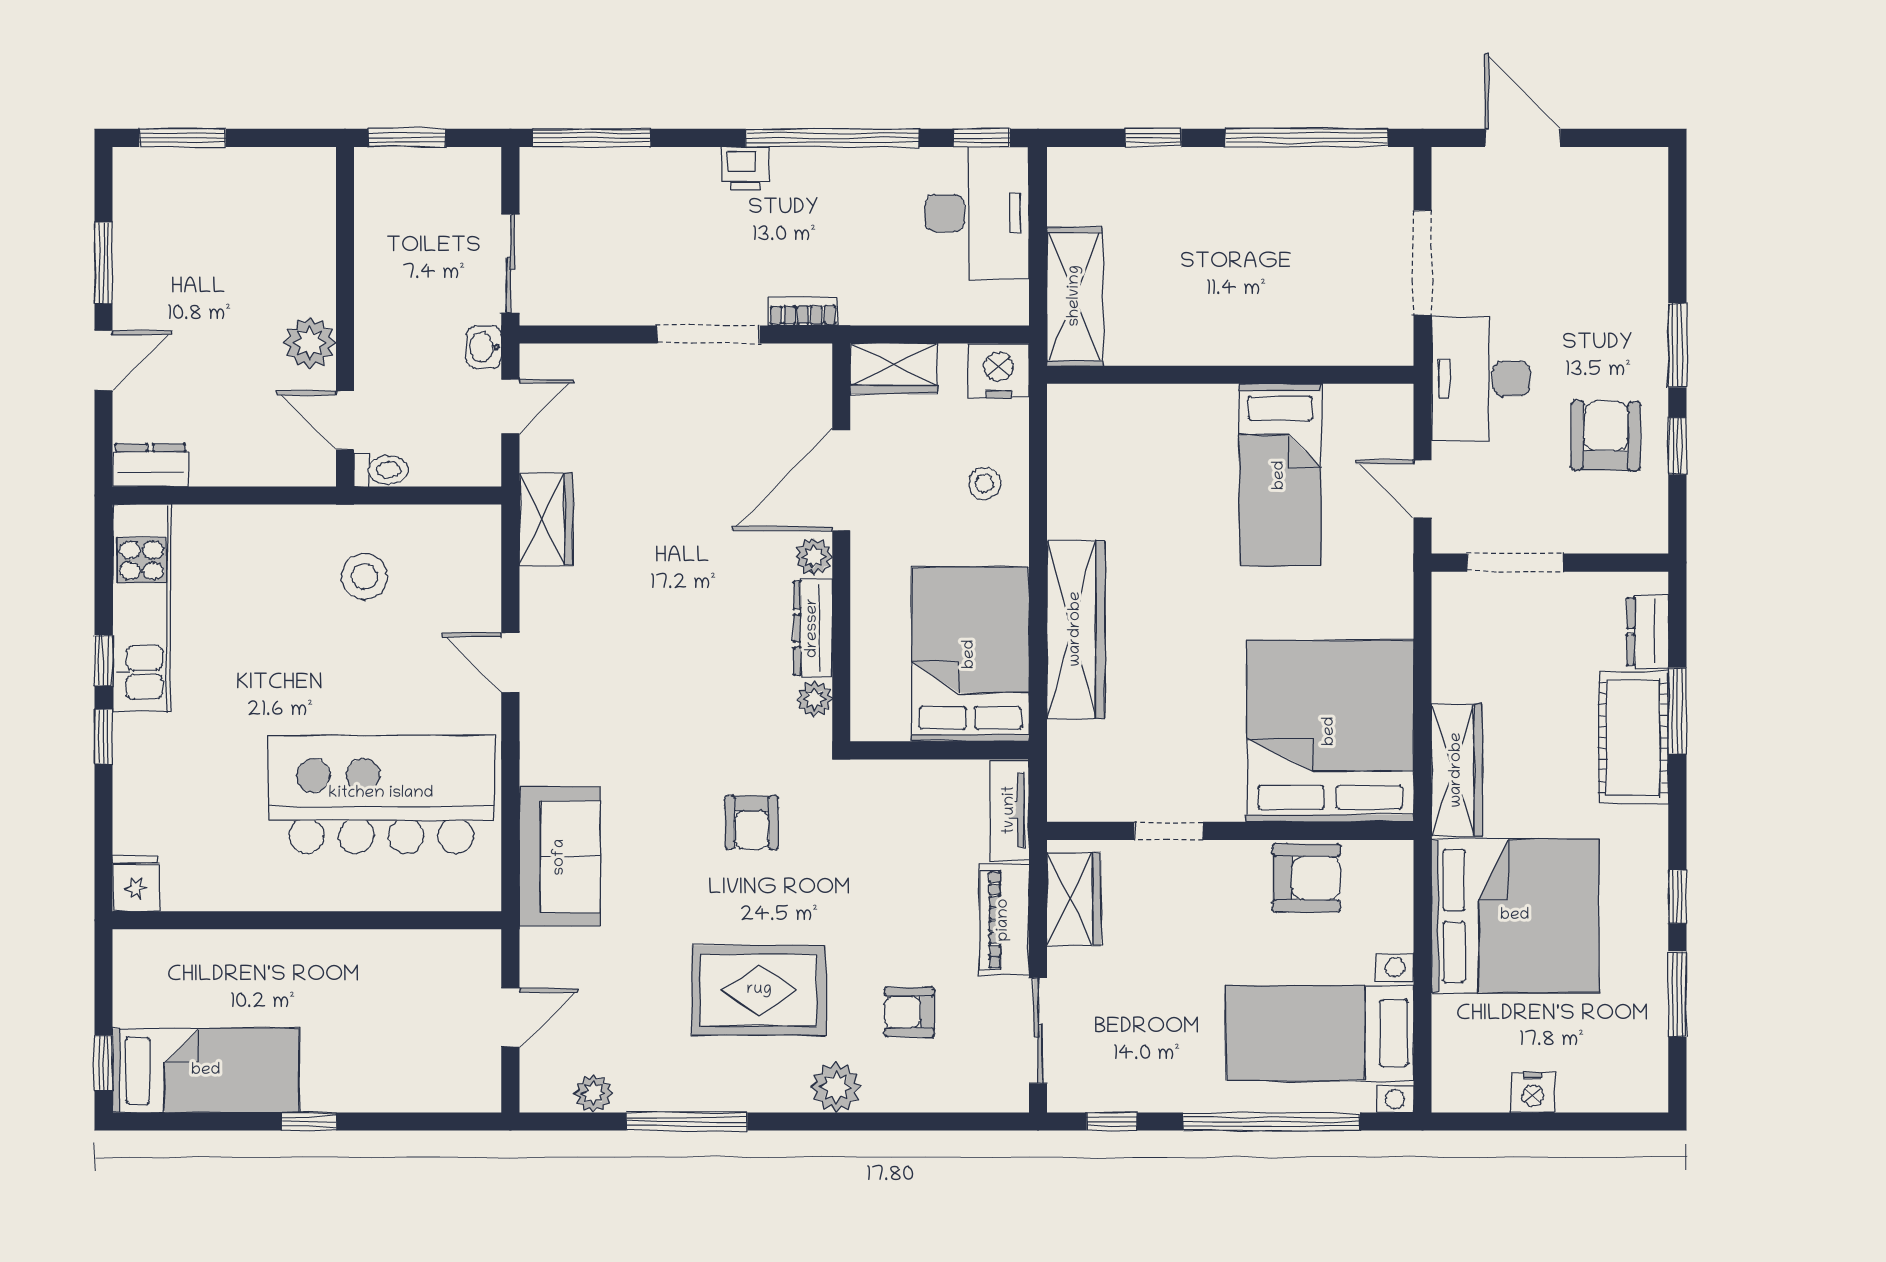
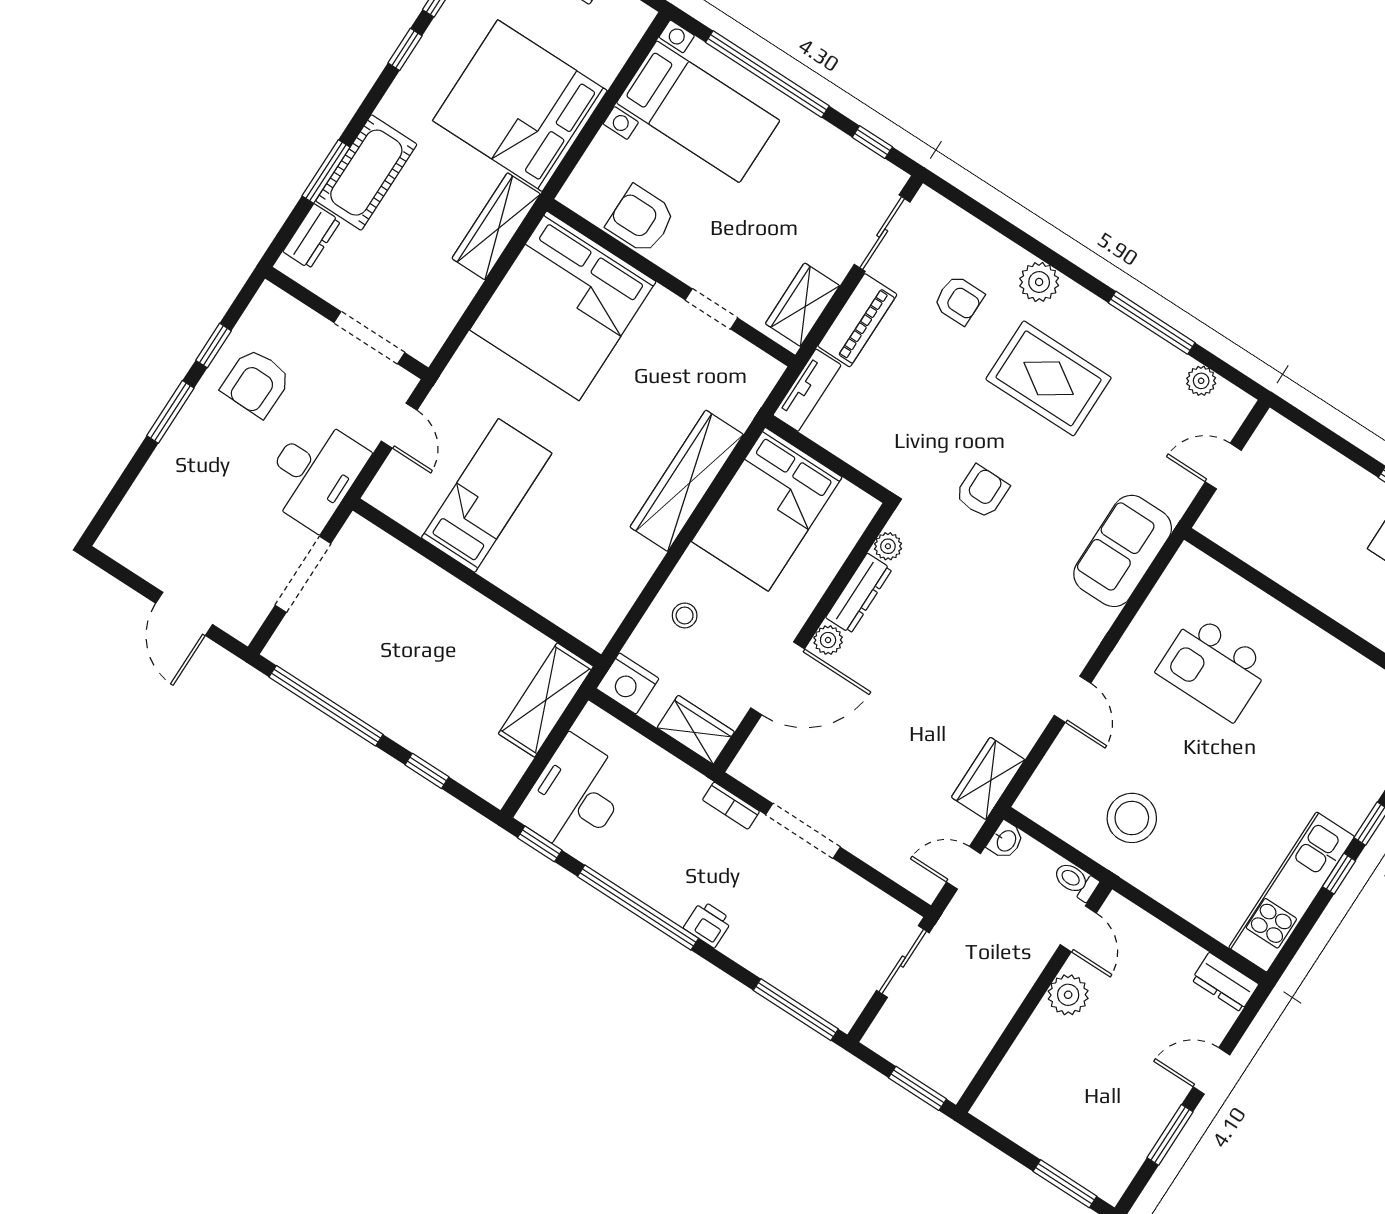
washbasin: (484, 347) -> (1006, 840), moved
stool: (364, 577) -> (1132, 818), width x1.38, depth x1.38
kitchen island: (381, 794) -> (1213, 668), width x0.54, depth x0.78

